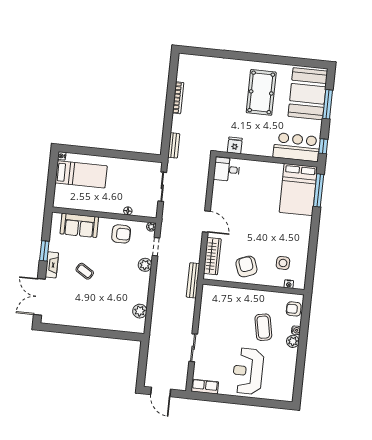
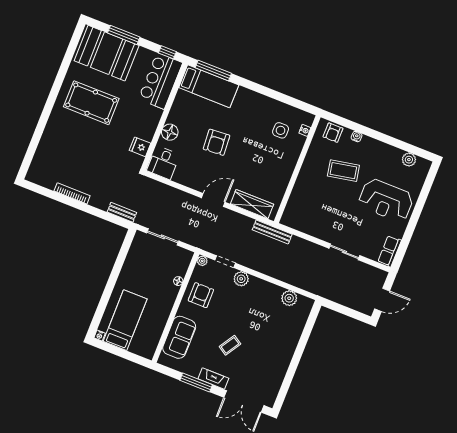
floor lamp: (255, 168) -> (170, 132), added
bed: (298, 190) -> (209, 86), width x0.67
window: (44, 251) -> (196, 383), width x1.44
armchair: (246, 266) -> (217, 142), moved, turned -74
plant: (293, 341) -> (409, 160), moved

